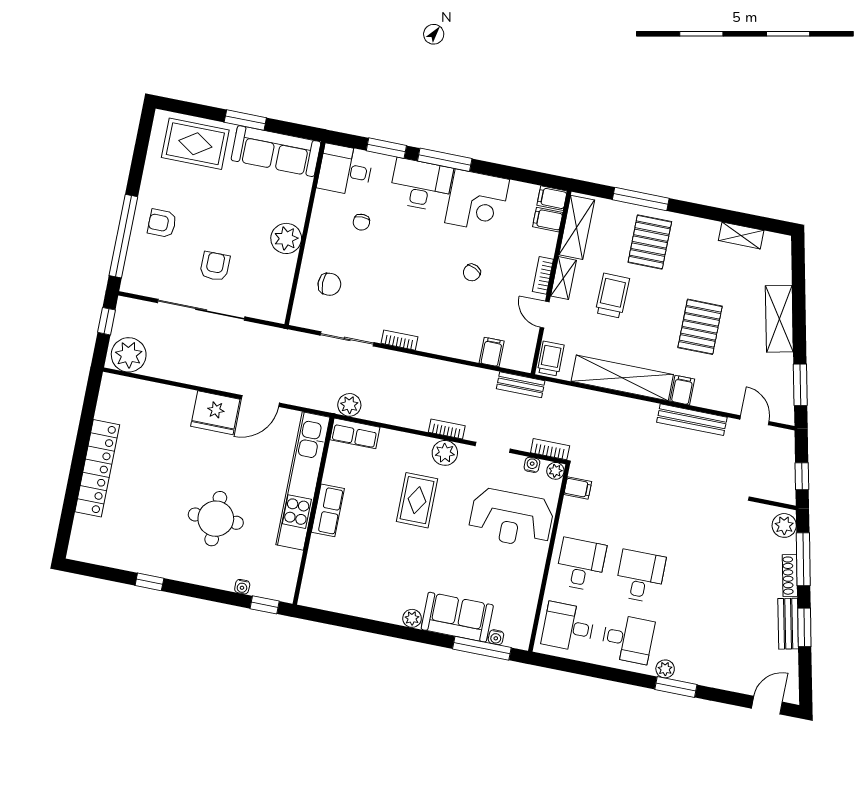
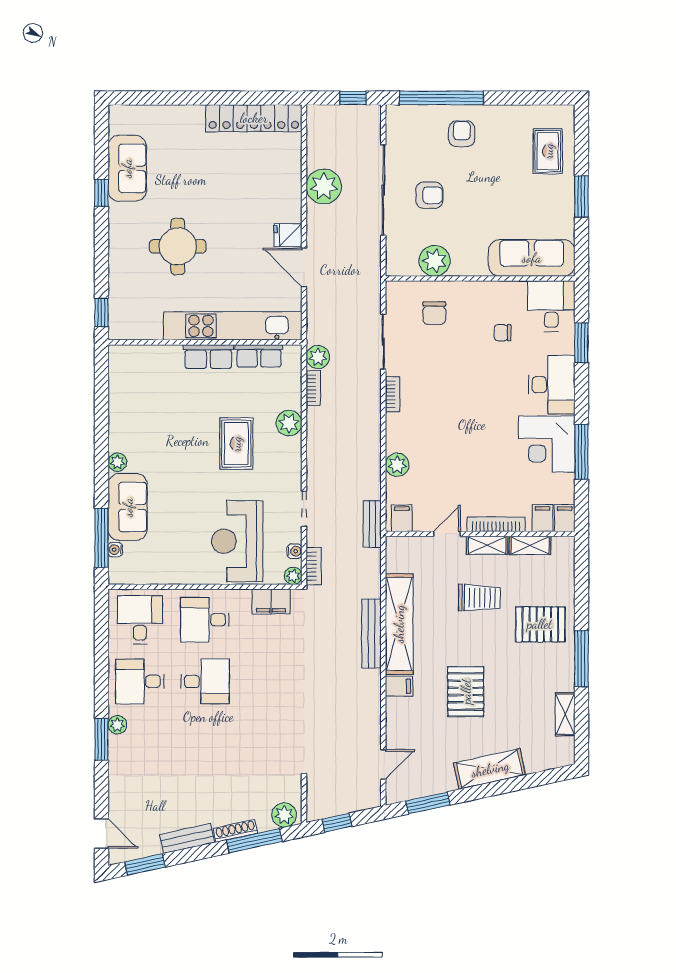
rug: (195, 144) -> (548, 151), width x0.73, depth x0.70
sofa: (276, 151) -> (532, 258), moved, turned 90
window: (445, 160) -> (581, 452), moved
window: (641, 199) -> (581, 659), moved
shelving: (577, 227) -> (530, 545), width x0.67, depth x0.75
plant: (286, 238) -> (435, 261), moved
chair: (472, 273) -> (474, 453), removed
bookcase: (543, 275) -> (496, 524), width x1.56
pallet: (700, 327) -> (466, 691), turned 90
plant: (468, 349) -> (397, 465), added
filing cabinet: (492, 352) -> (402, 518), moved, turned -90
plant: (129, 355) -> (324, 186), moved
trolley: (551, 359) -> (404, 549), removed
fridge: (215, 413) -> (288, 235), width x0.53, depth x0.75
bench: (692, 420) -> (371, 634), moved
bookcase: (447, 429) -> (313, 388), moved
row of seats: (355, 433) -> (259, 356), moved, turned -90
plant: (445, 453) -> (289, 423), moved
locker: (97, 468) -> (254, 118), moved
filing cabinet: (578, 488) -> (271, 601), width x2.00
rug: (417, 500) -> (236, 444), turned 90
sofa: (131, 552) -> (127, 168), added
desk: (581, 564) -> (205, 620), turned 180
water cooler: (242, 587) -> (115, 286), removed
window: (804, 627) -> (145, 865), moved
desk: (628, 639) -> (140, 681), turned 90

